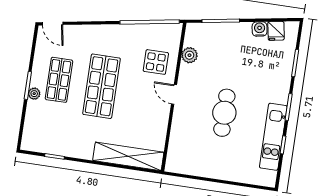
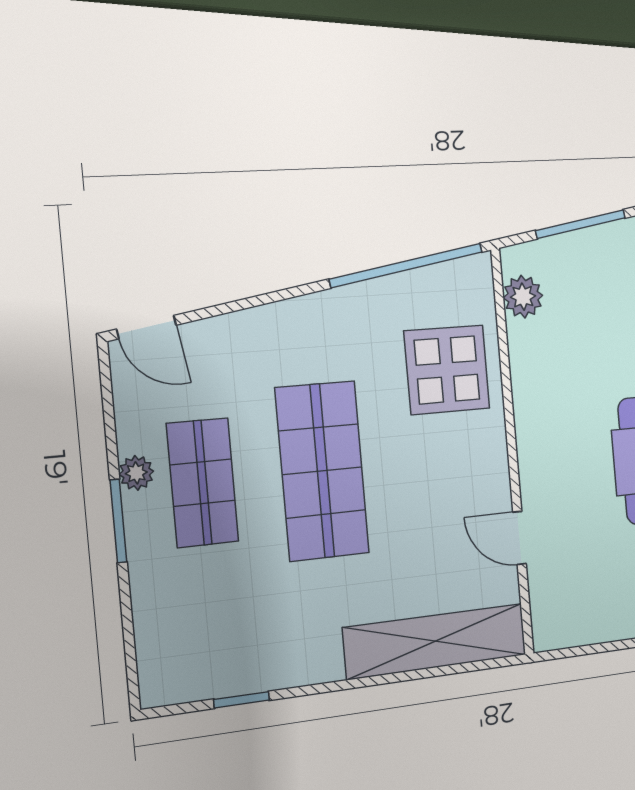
plant: (189, 55) -> (523, 297), moved
display table: (156, 62) -> (447, 370), width x1.36, depth x1.36
plant: (34, 94) -> (136, 473), moved
door: (174, 94) -> (520, 538), moved

